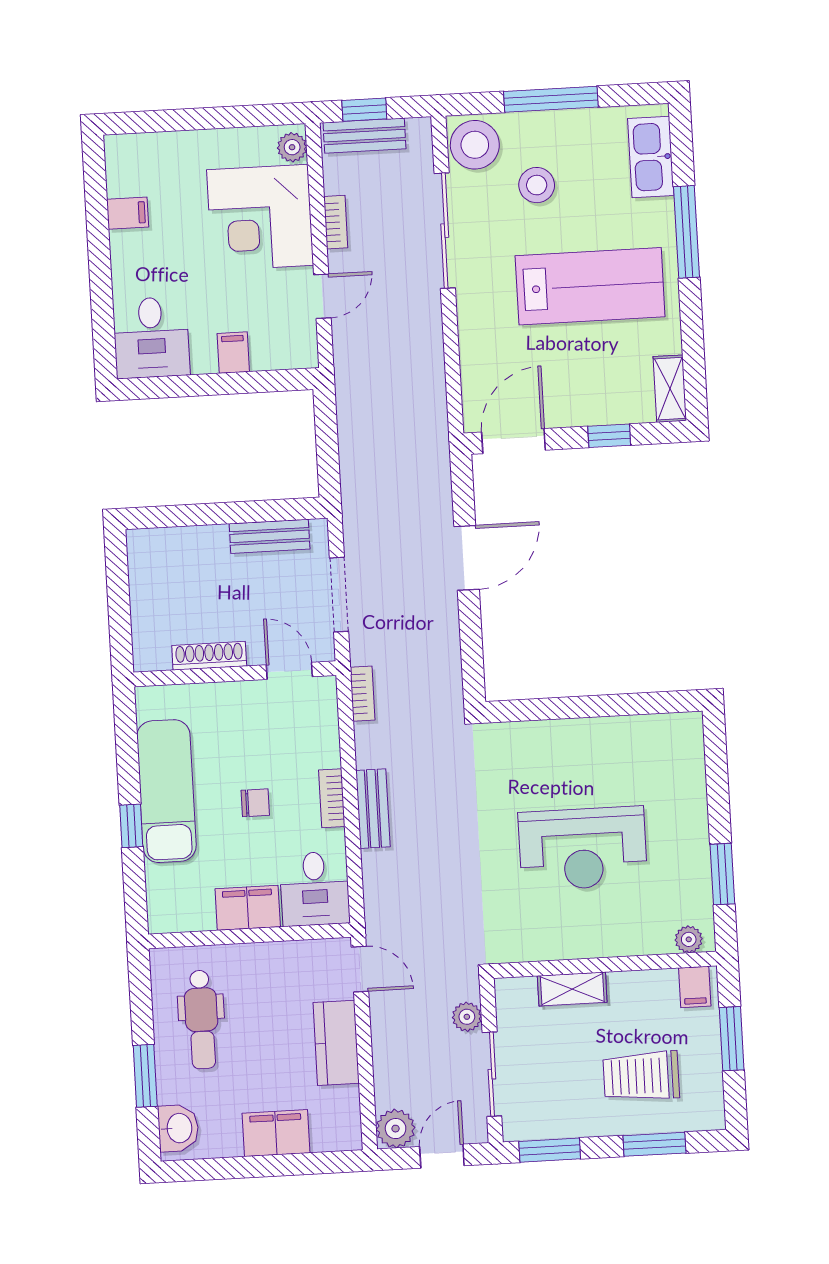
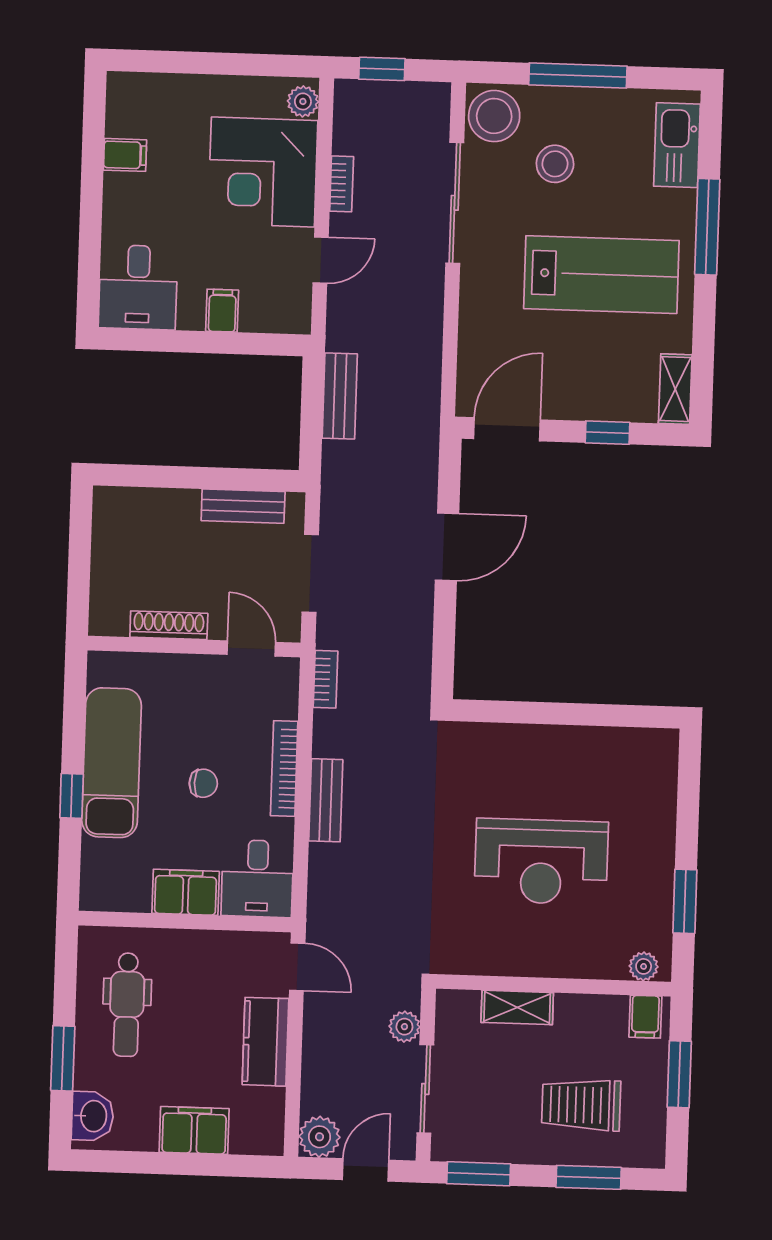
bench: (364, 136) -> (340, 396), moved, turned 90
bookcase: (332, 798) -> (284, 769), width x1.56

